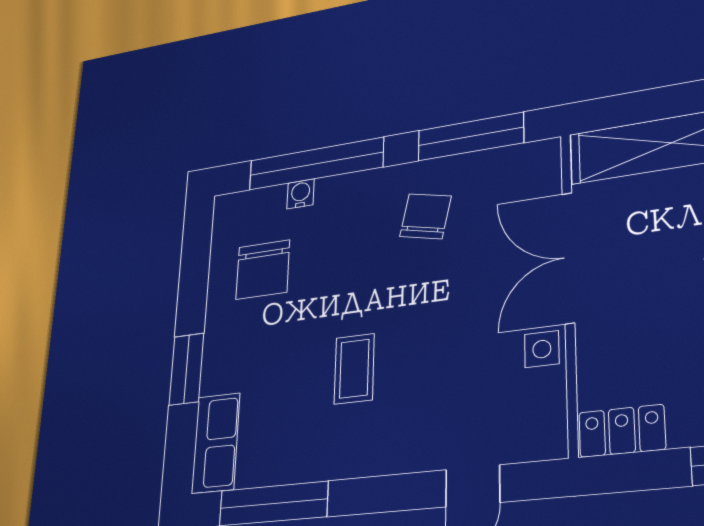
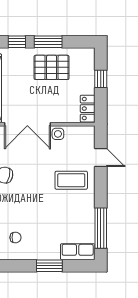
chair: (263, 270) -> (15, 237), width x0.54, depth x0.54
coffee table: (354, 369) -> (71, 180), moved, width x1.36, depth x1.30

